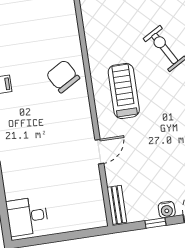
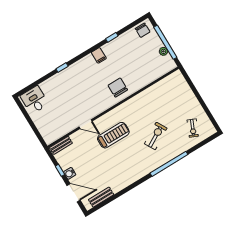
chair: (63, 76) -> (118, 88), turned -60
treadmill: (124, 91) -> (113, 135), moved

